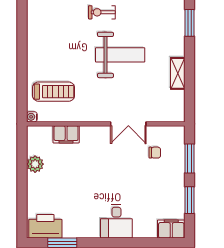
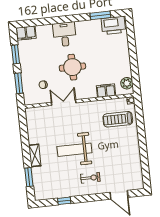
shelving: (178, 73) -> (35, 155), moved
plant: (35, 164) -> (127, 83), moved
round table: (110, 173) -> (72, 67), added

